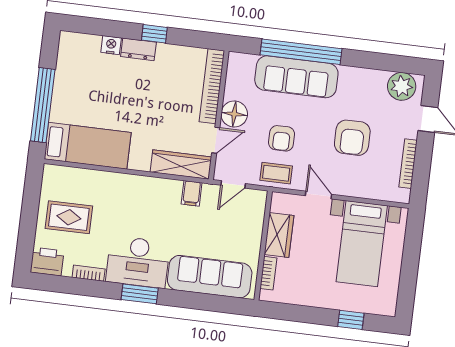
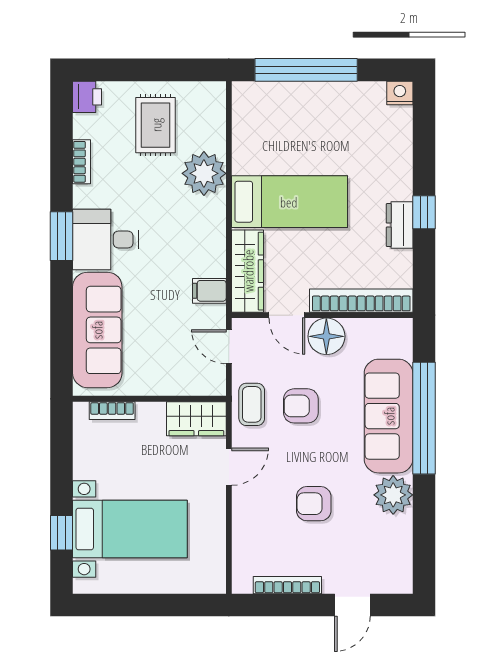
nightstand: (111, 45) -> (400, 93), moved, turned -90
dresser: (138, 49) -> (400, 225), moved
plant: (402, 86) -> (393, 495), moved
armchair: (352, 138) -> (314, 504), width x0.72, depth x0.72
bed: (88, 146) -> (289, 202), moved, turned -90
plant: (108, 187) -> (204, 173), added
wardrobe: (279, 235) -> (196, 419), moved
bed with nightstands: (362, 244) -> (130, 529), moved, turned 180
printer: (47, 262) -> (87, 97), width x0.73, depth x0.81
desk: (138, 262) -> (105, 239), width x0.73

